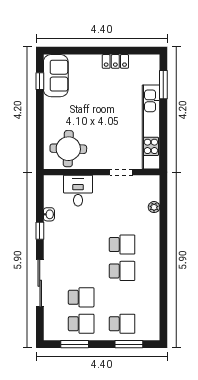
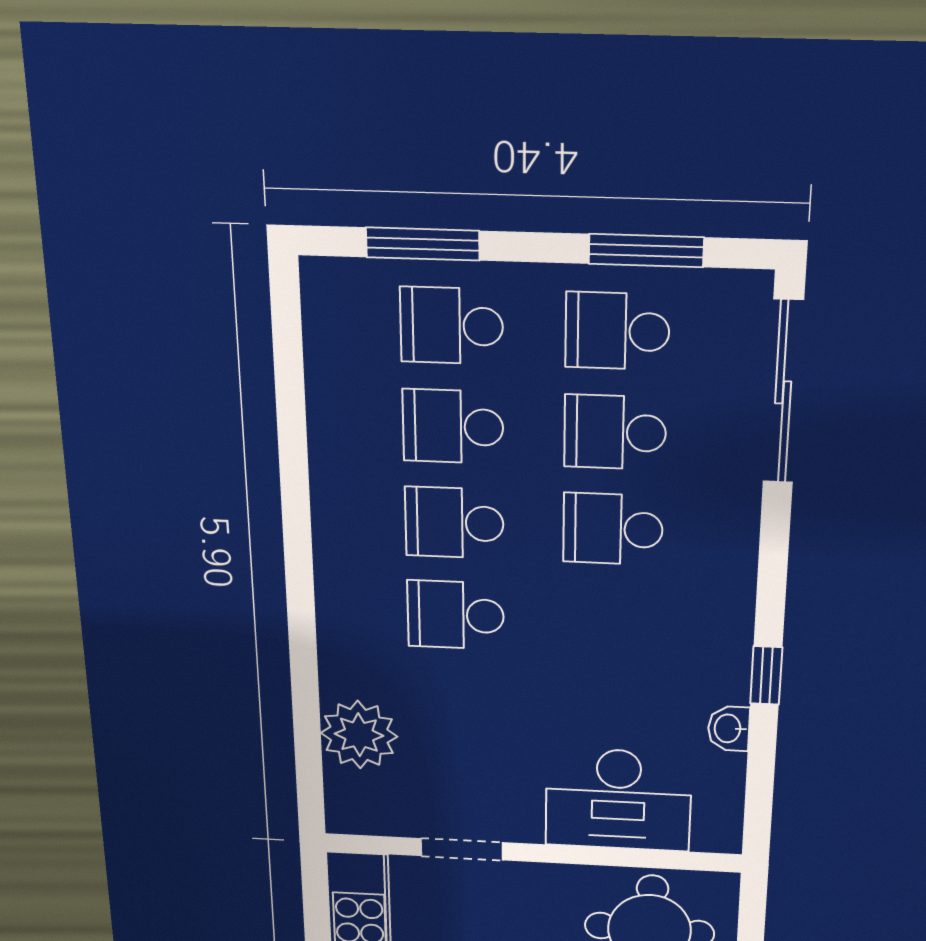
desk: (78, 191) -> (618, 800), width x1.37
plant: (154, 207) -> (359, 735), width x1.88, depth x1.88
school desk: (81, 271) -> (613, 529), added
sliding door: (40, 283) -> (783, 392), moved
school desk: (122, 297) -> (453, 426), added

